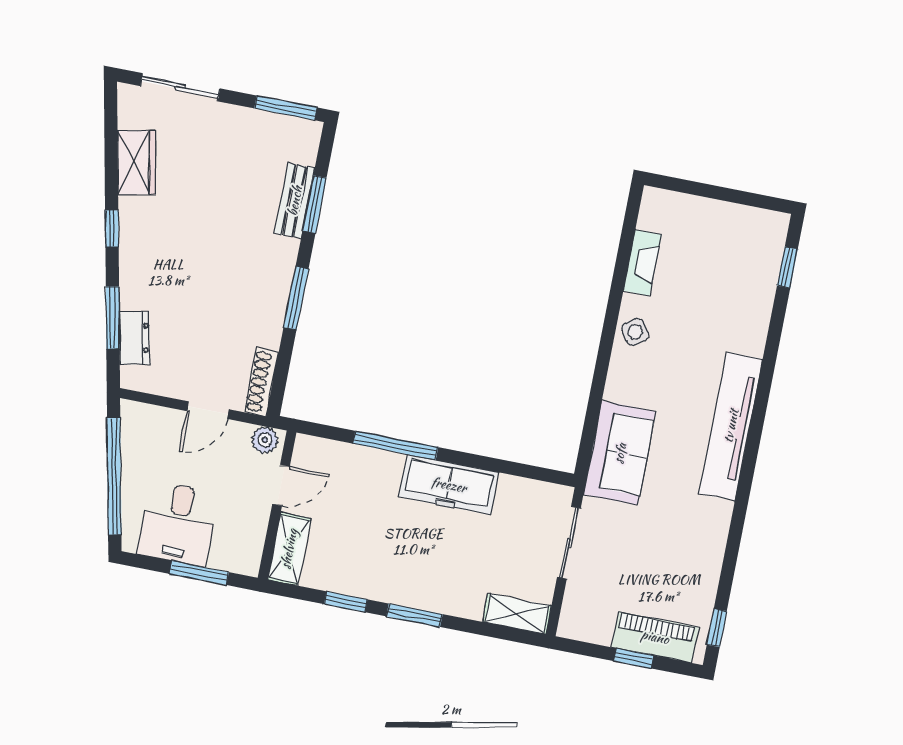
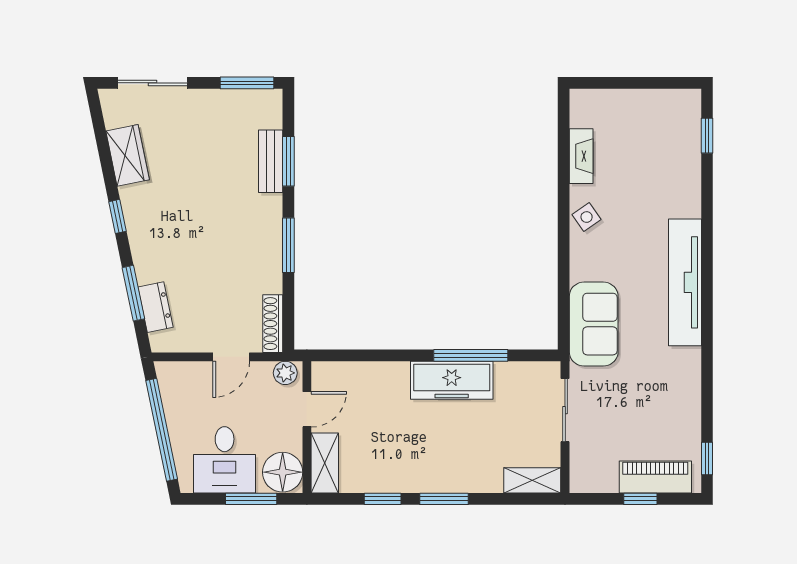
window: (396, 445) -> (471, 355), moved
floor lamp: (240, 550) -> (283, 472), added

